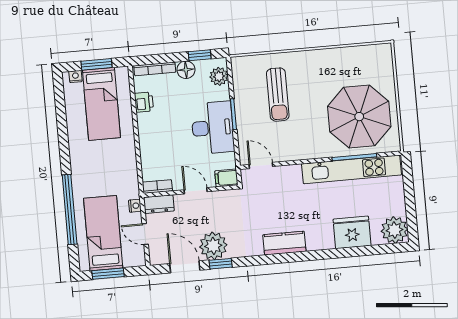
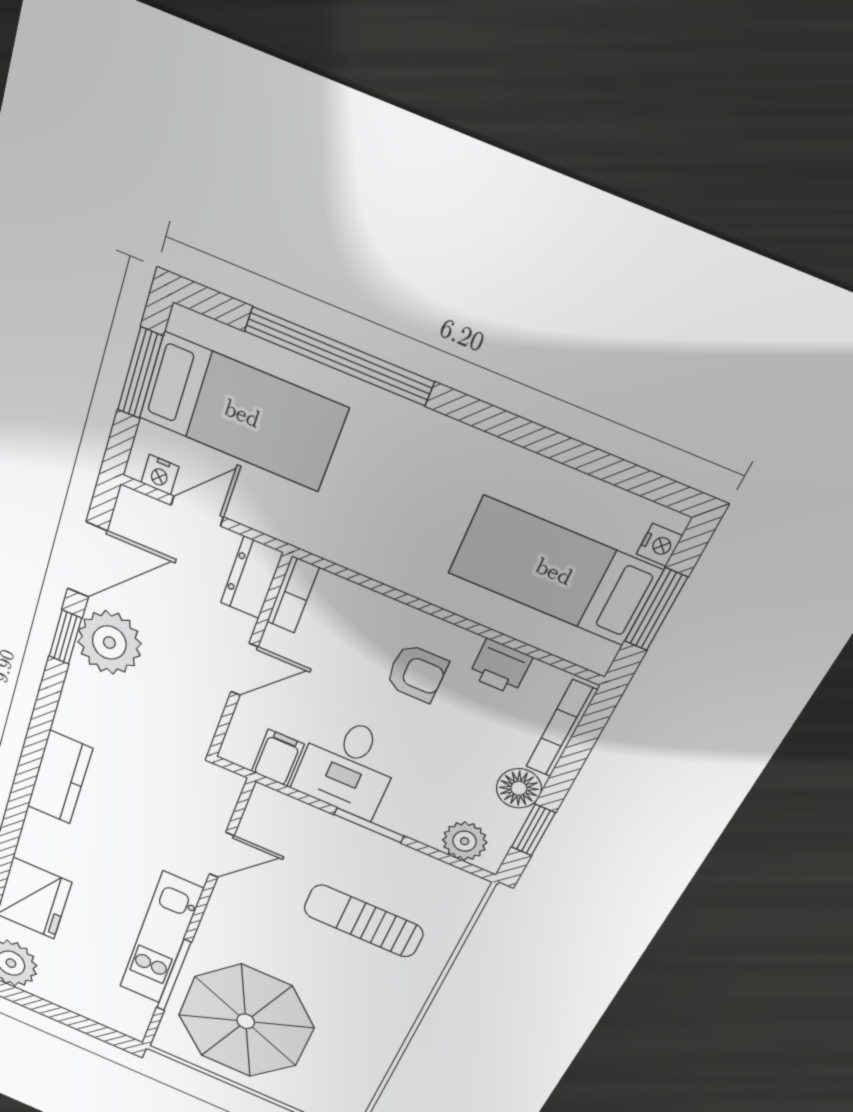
desk: (213, 128) -> (347, 767), width x0.73
armchair: (162, 129) -> (417, 673), added
door: (261, 165) -> (222, 855), moved
kitchen unit: (351, 169) -> (161, 938), width x0.73
filing cabinet: (226, 178) -> (278, 758), moved
nightstand: (135, 206) -> (160, 475), moved

